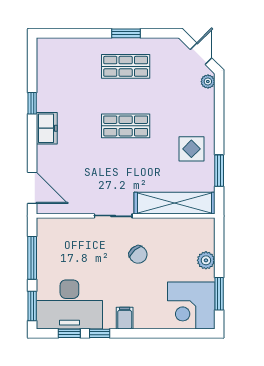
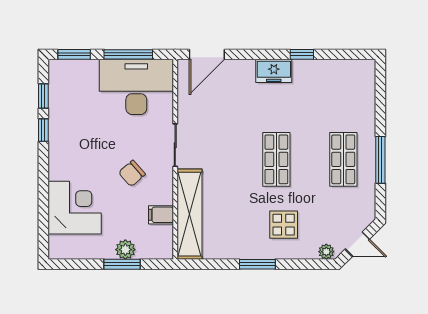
window: (126, 33) -> (380, 160), width x1.44
display table: (191, 149) -> (284, 225), moved
window: (219, 171) -> (257, 264), moved
window: (219, 294) -> (122, 264), moved
desk: (69, 304) -> (136, 87), moved, turned 90
corner desk: (191, 305) -> (75, 208), moved, turned 90
filing cabinet: (125, 318) -> (161, 215), moved, turned 180

